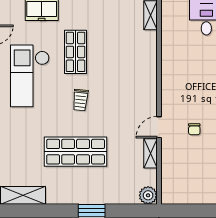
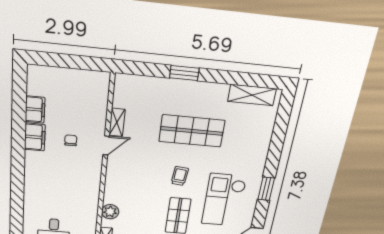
checkout: (30, 76) -> (224, 200), turned 180
plant: (148, 195) -> (110, 212), moved

